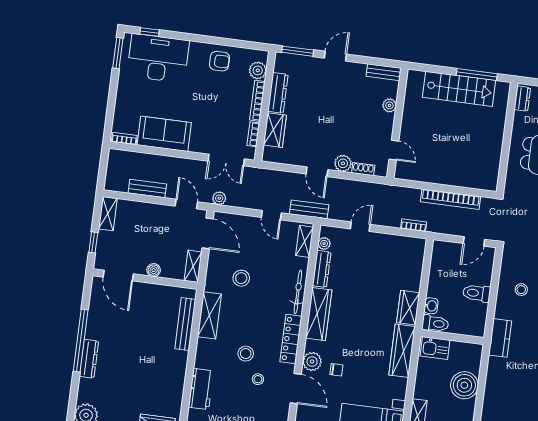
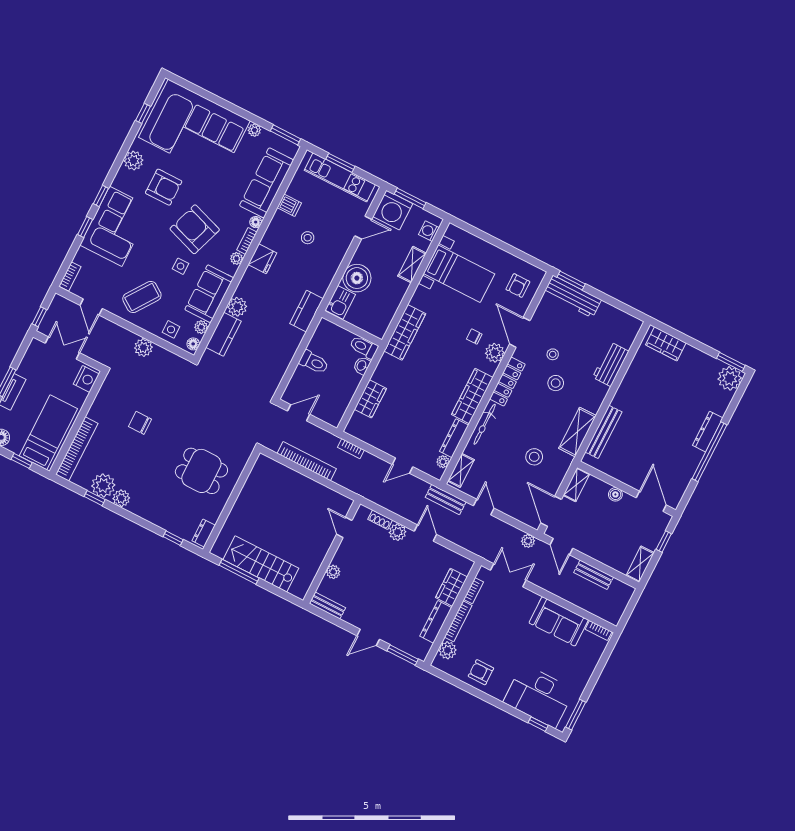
stool: (521, 290) -> (308, 238), moved
wardrobe: (408, 308) -> (370, 399), moved
kitchen sink: (435, 348) -> (340, 302), moved, turned 90

